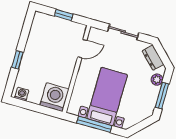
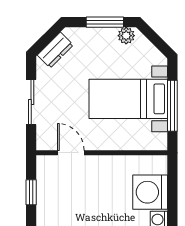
plant: (157, 80) -> (126, 36), moved
washing machine: (54, 97) -> (150, 192), moved

